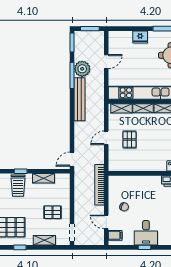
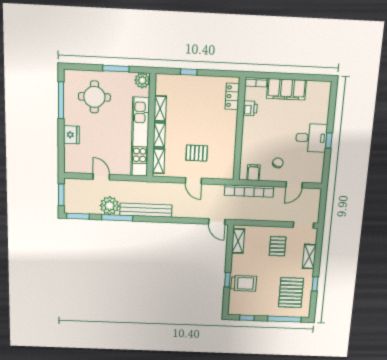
shelving: (44, 178) -> (238, 241), moved
filing cabinet: (115, 235) -> (253, 173), moved

